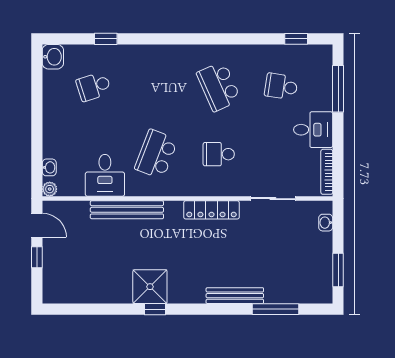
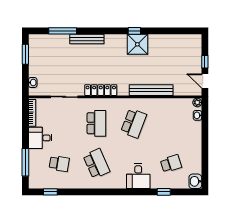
school desk: (219, 154) -> (96, 123), width x1.85
desk: (105, 175) -> (138, 176), moved, turned 180

